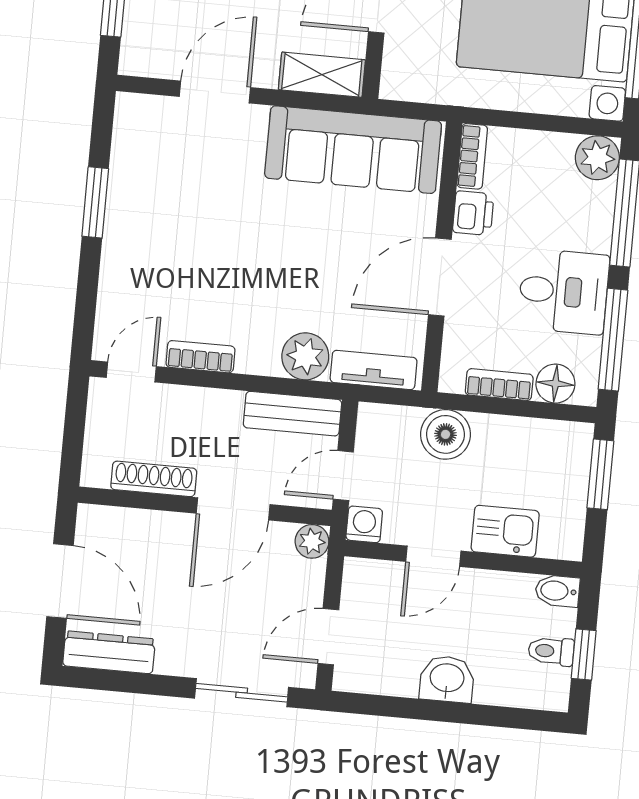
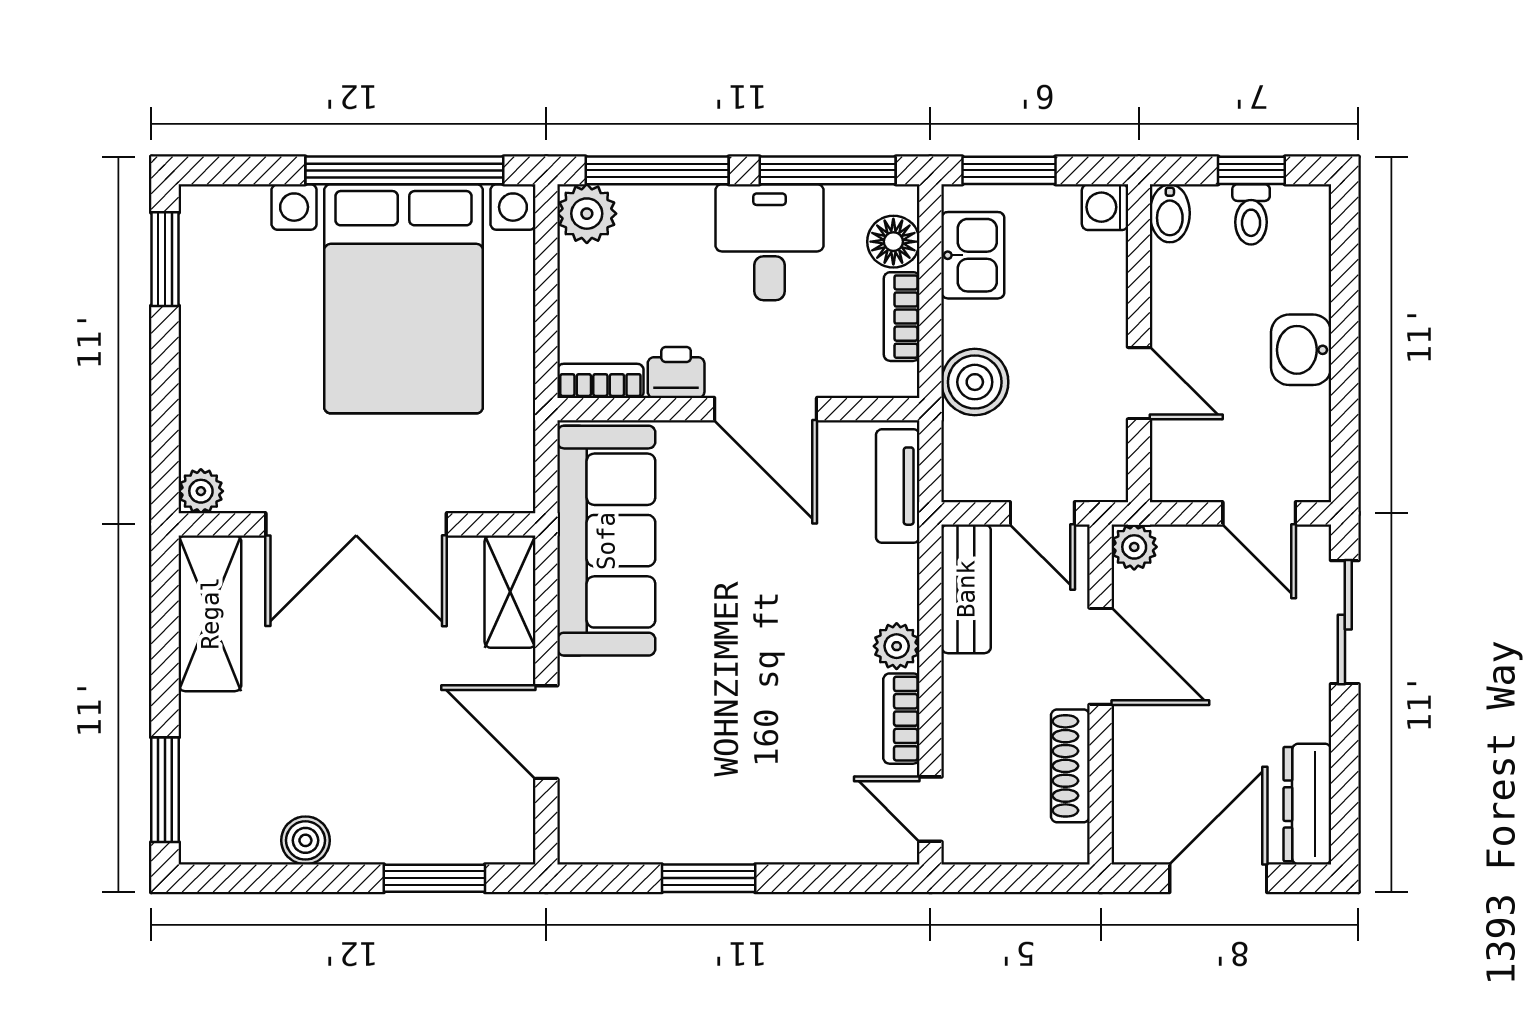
plant: (305, 356) -> (897, 646), moved, width x0.73, depth x0.73
washing machine: (364, 524) -> (1105, 207), moved
kitchen sink: (505, 531) -> (973, 255), moved, turned 180

